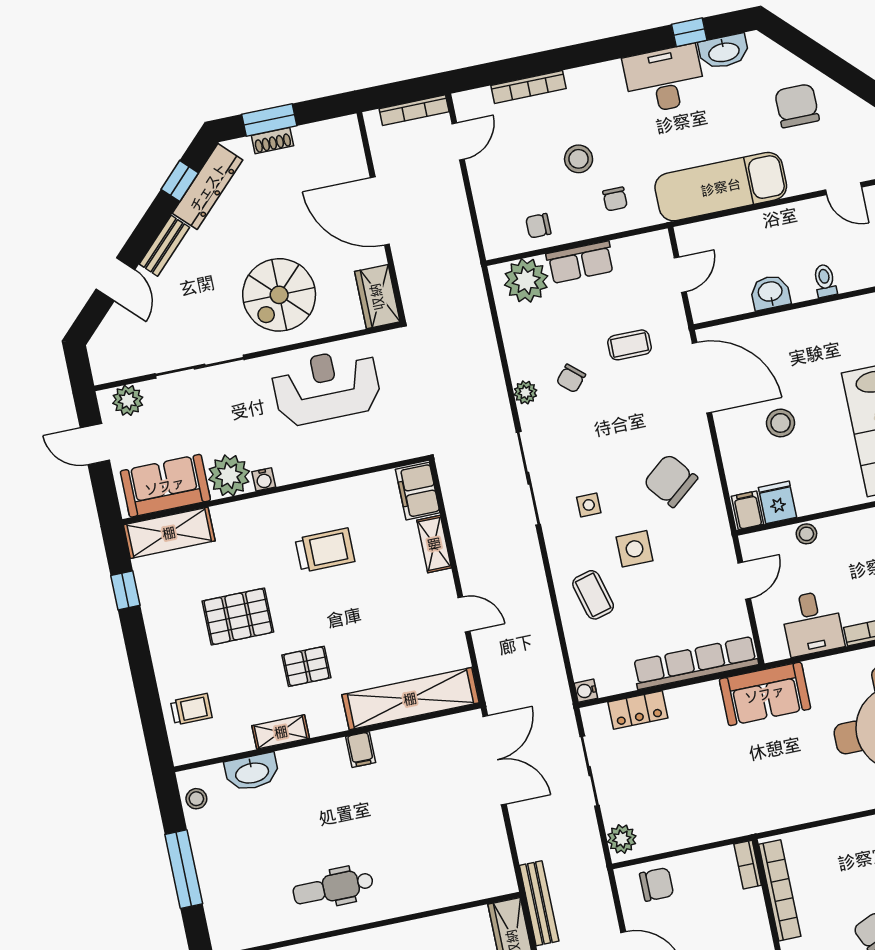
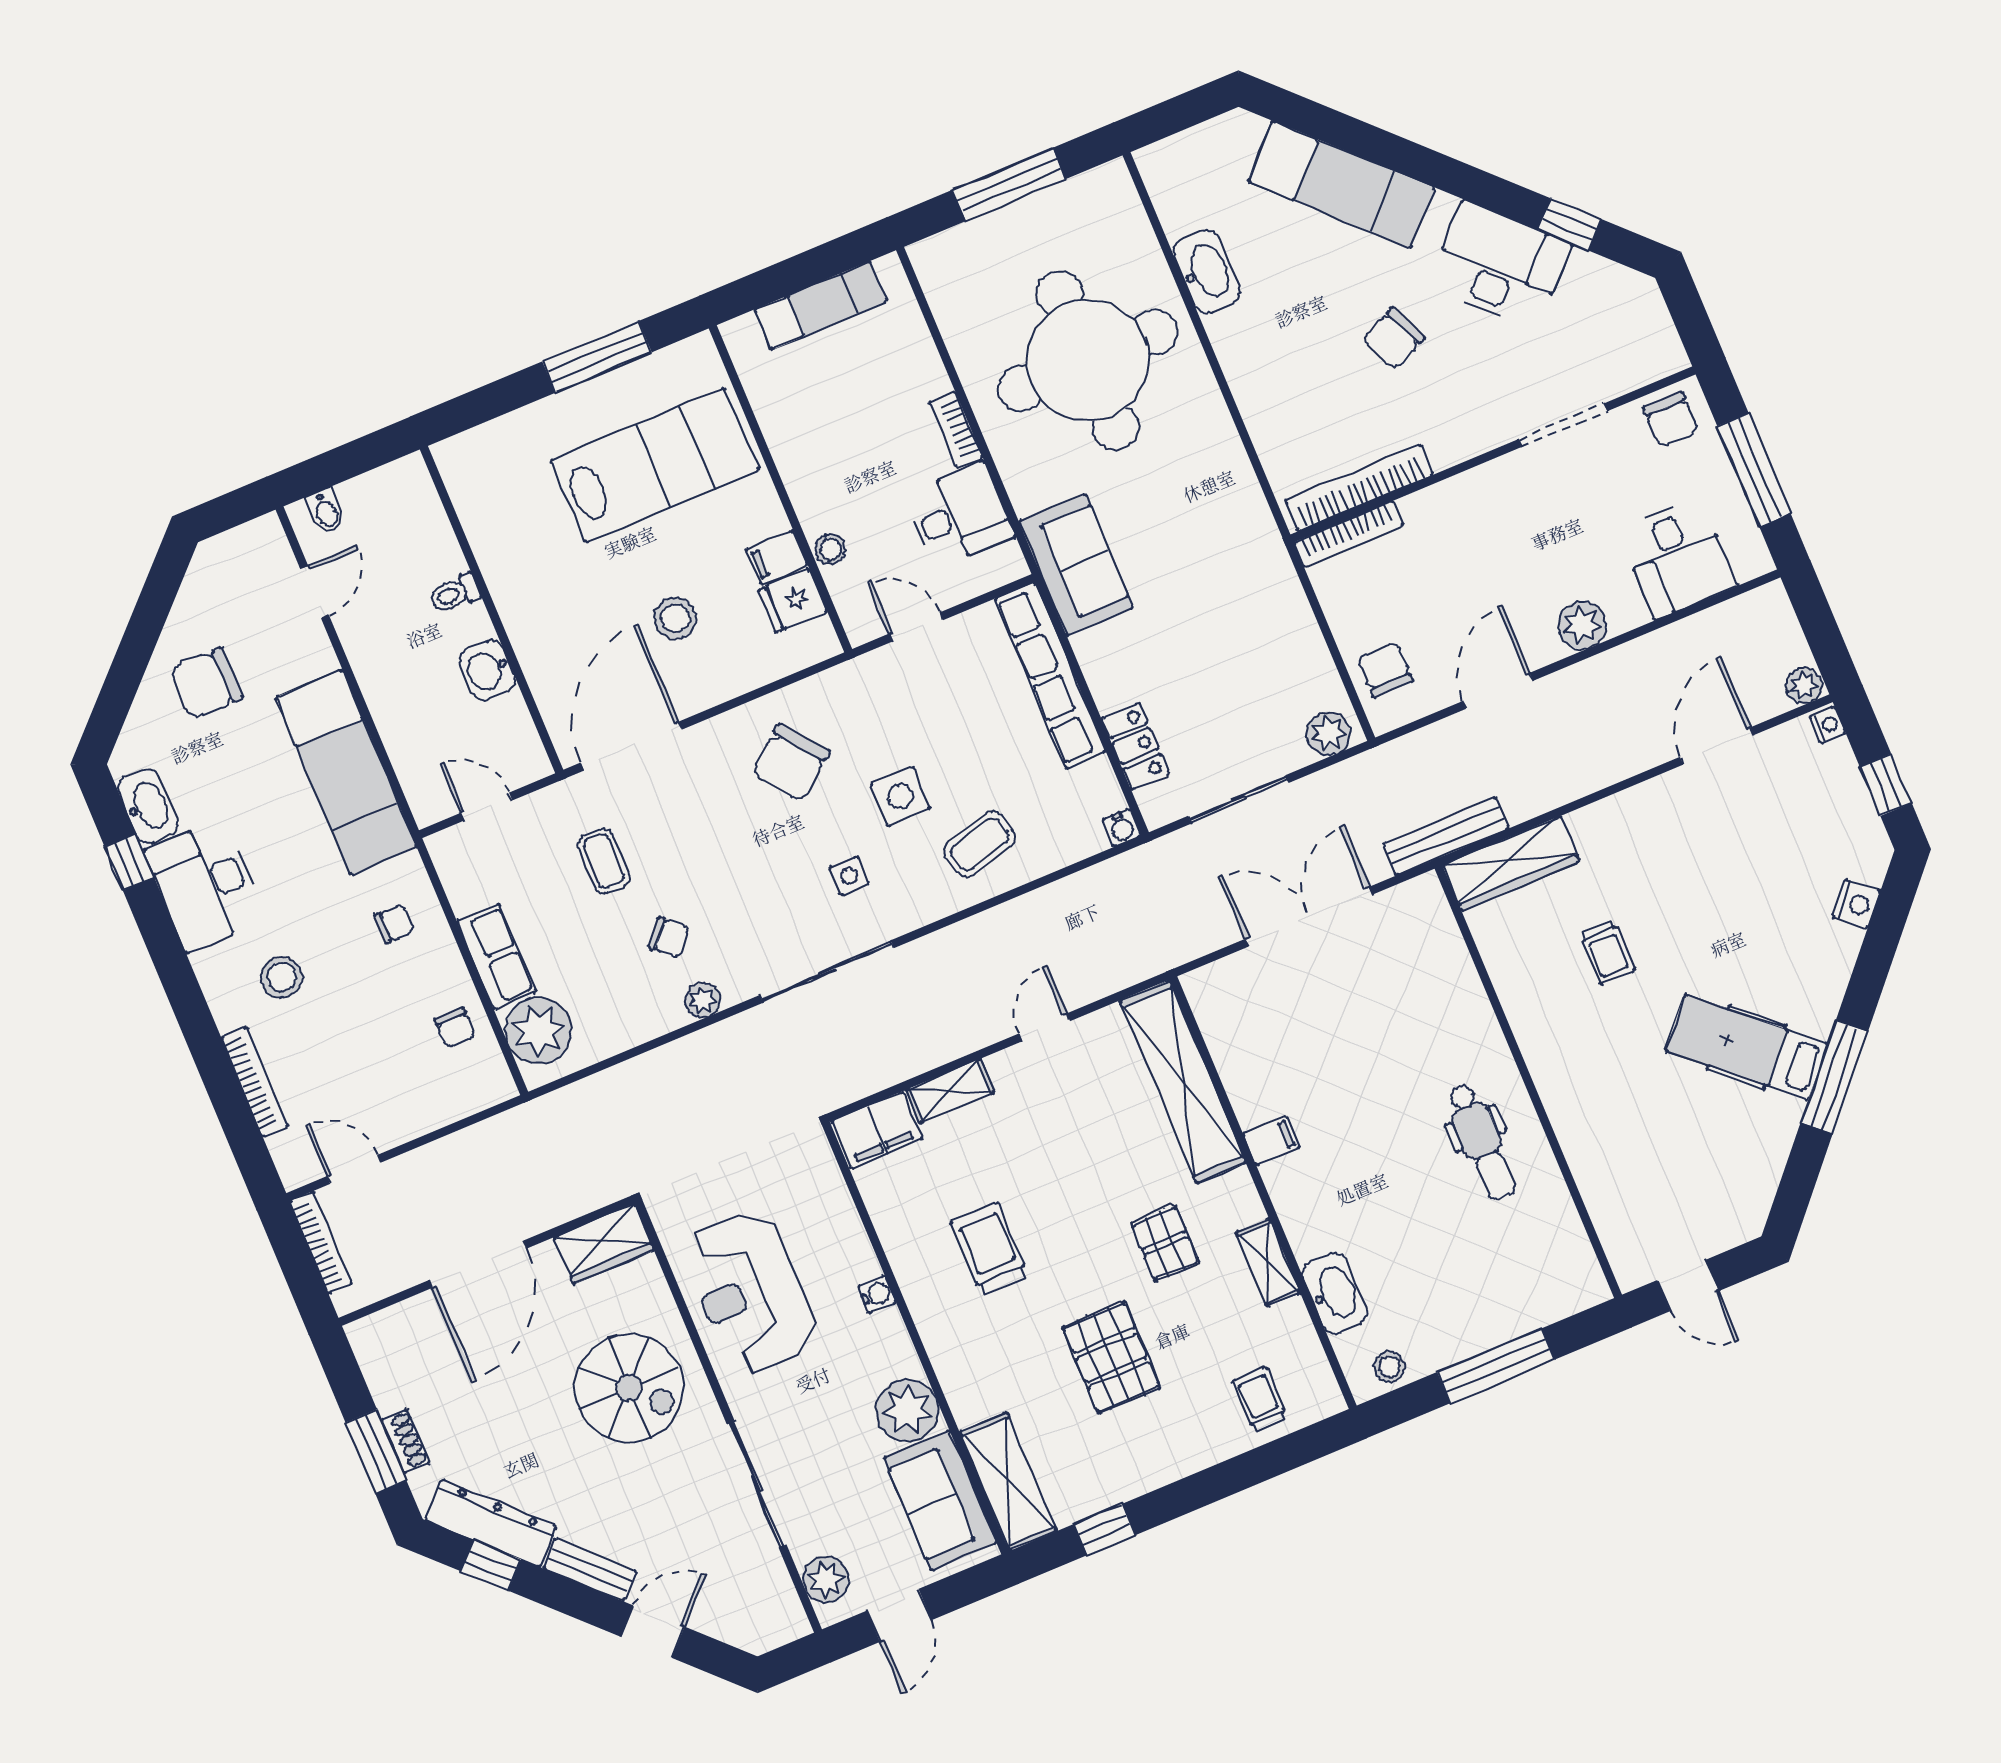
stool: (579, 159) -> (282, 977), moved
water cooler: (264, 479) -> (877, 1294), moved
filing cabinet: (748, 510) -> (777, 557), moved
double door: (495, 760) -> (1309, 917), moved
bookcase: (748, 865) -> (1348, 534), width x1.56

